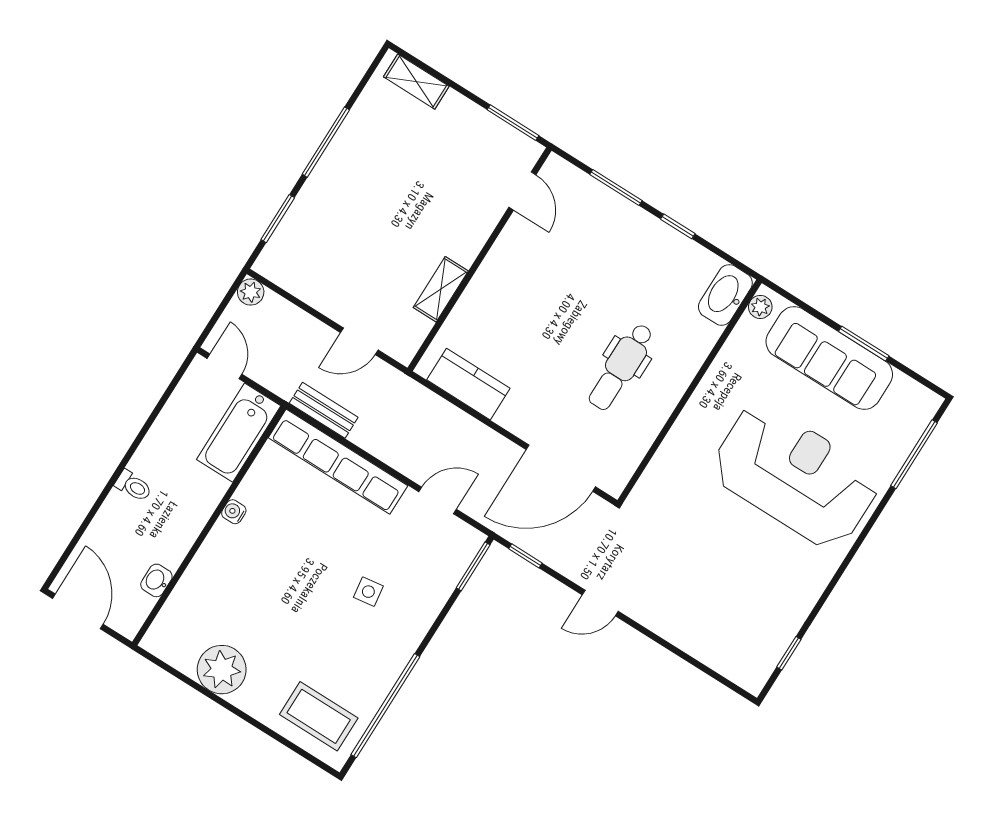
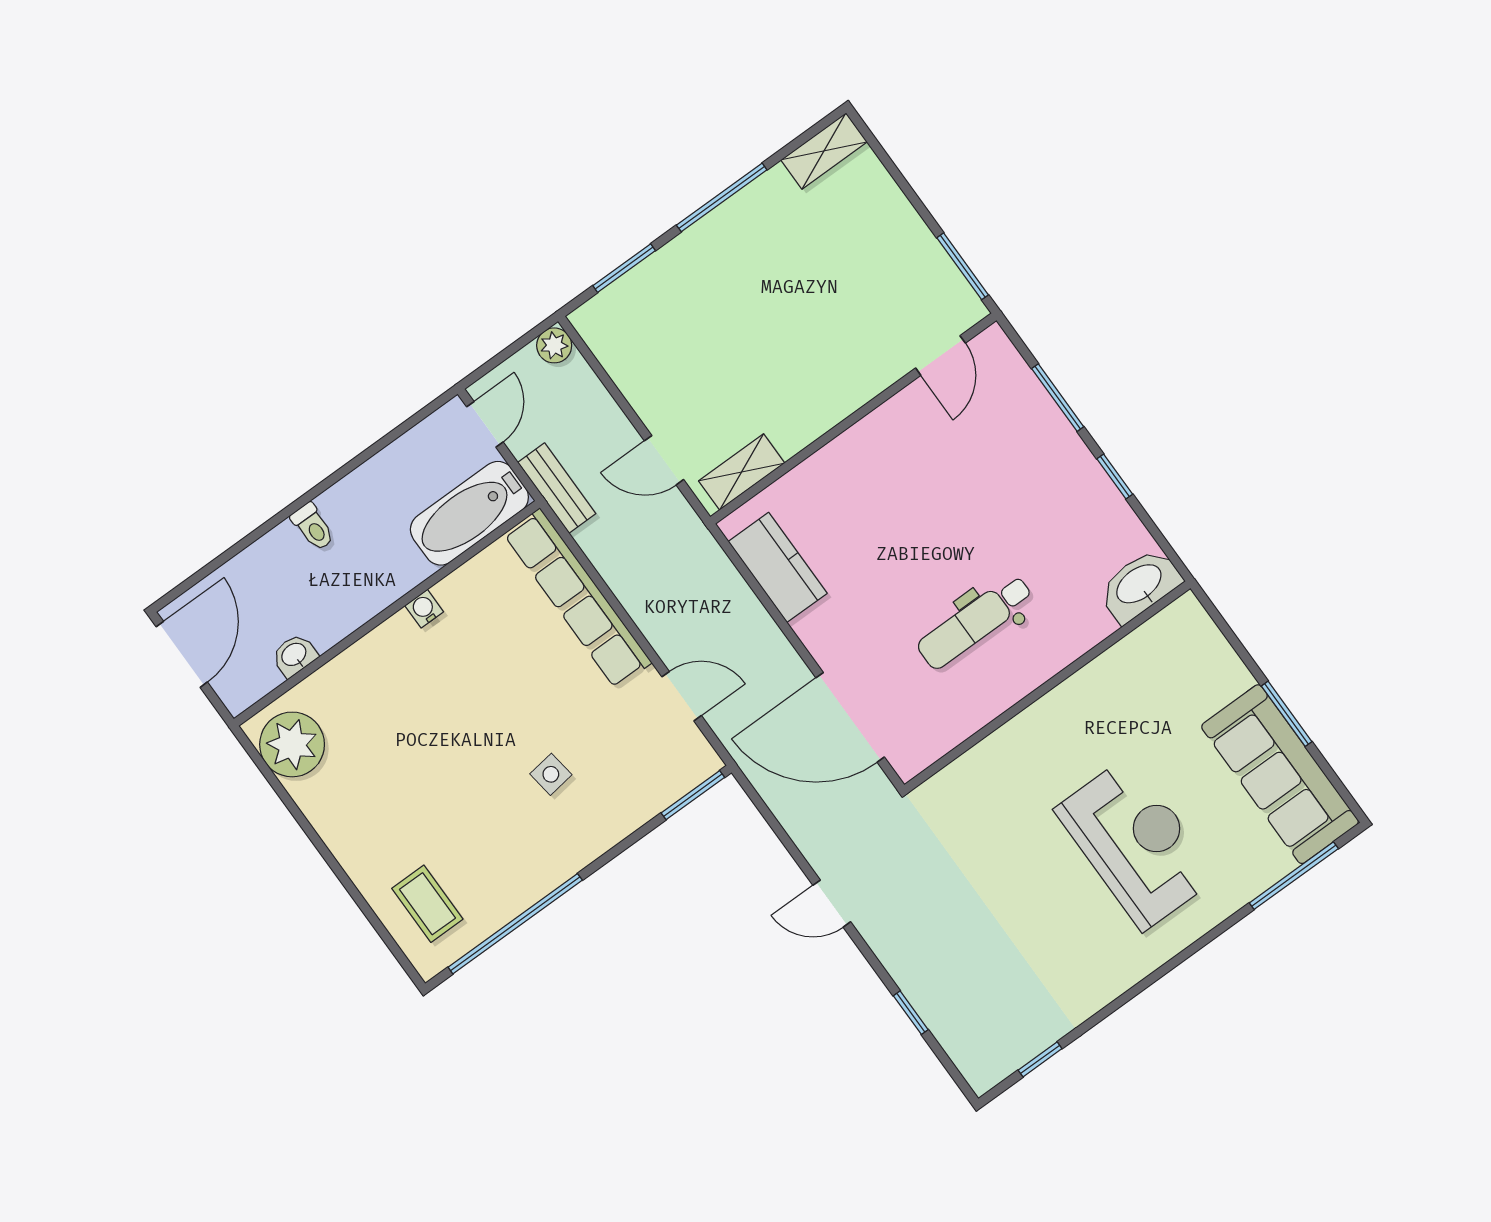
shelving: (416, 82) -> (824, 151), moved, turned 90
shelving: (441, 289) -> (742, 472), moved
plant: (760, 307) -> (1177, 617), removed
sofa: (829, 358) -> (1280, 774), moved
bench: (324, 410) -> (557, 488), moved
reception desk: (795, 476) -> (1136, 843), width x0.74, depth x0.77
window: (525, 556) -> (911, 1013), moved
plant: (222, 670) -> (292, 744), moved
coffee table: (319, 716) -> (427, 904), width x0.73, depth x0.77

